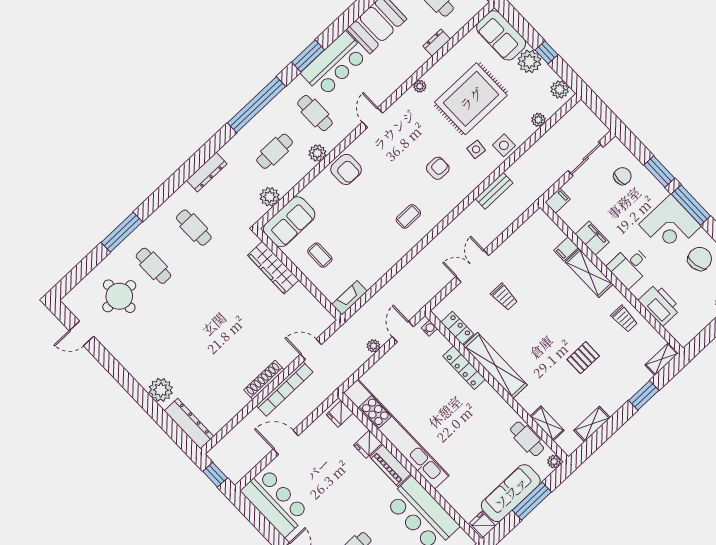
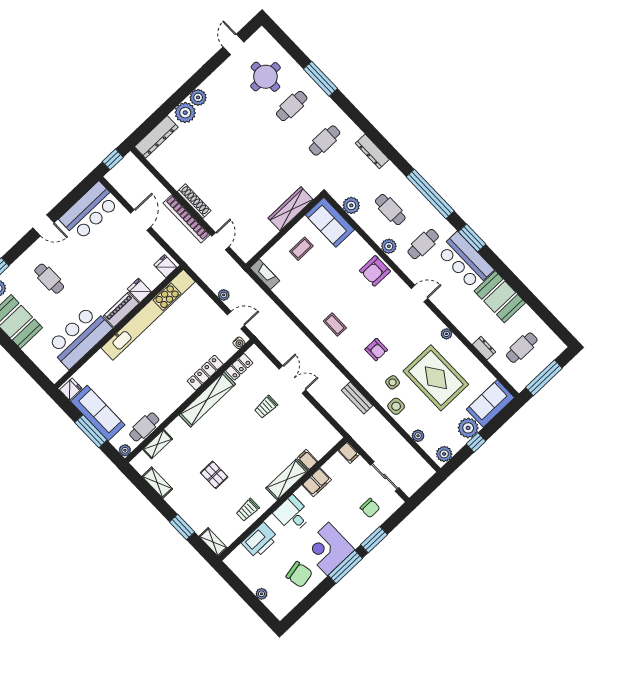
plant: (143, 375) -> (198, 97), added

